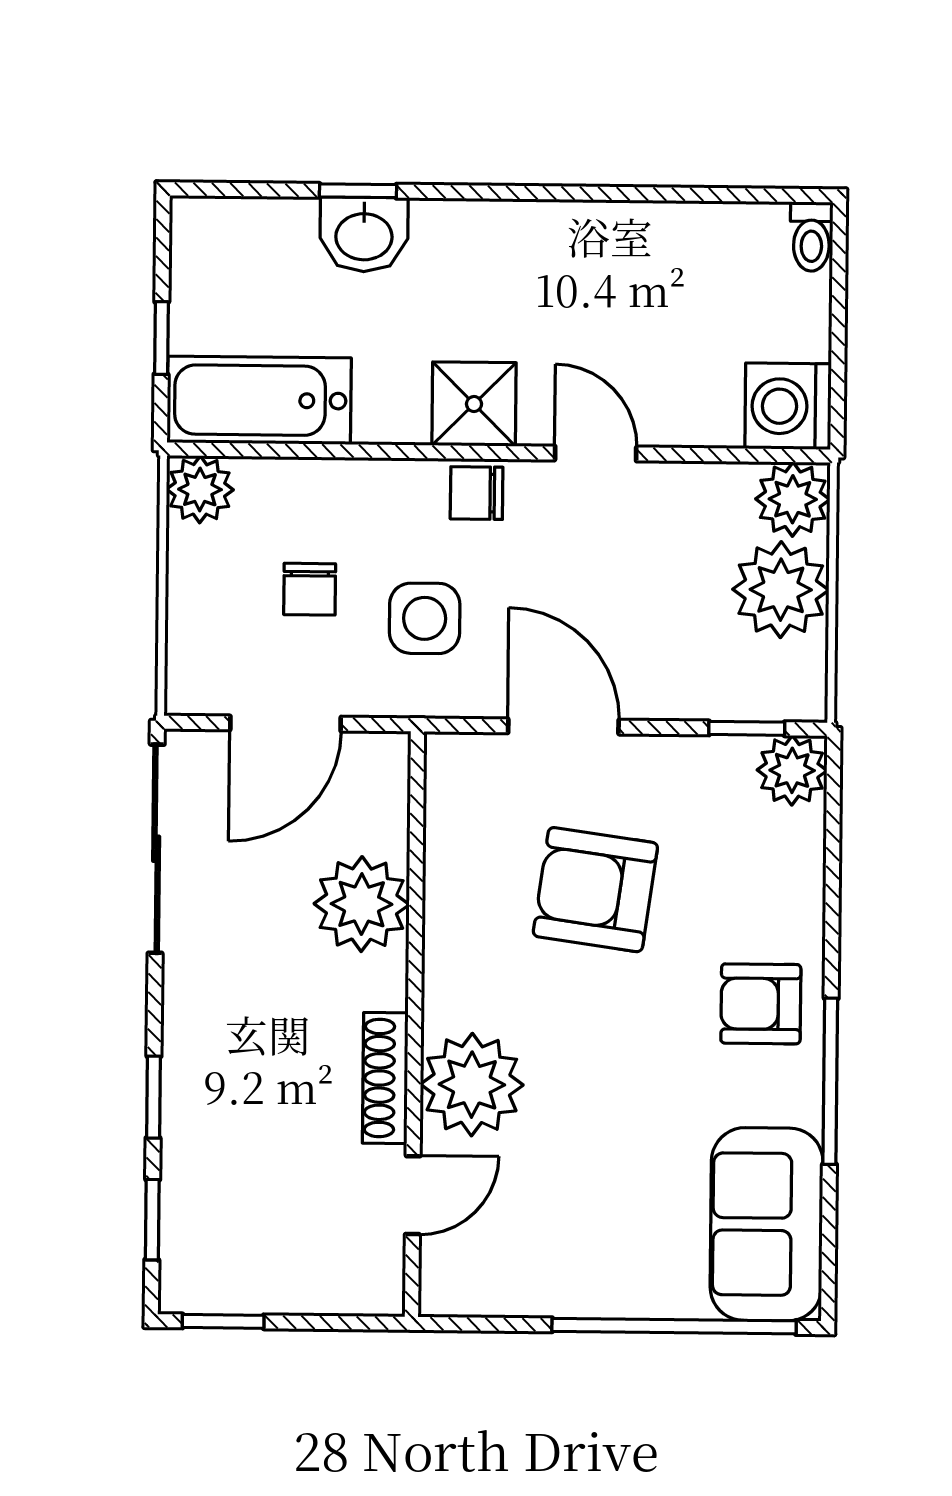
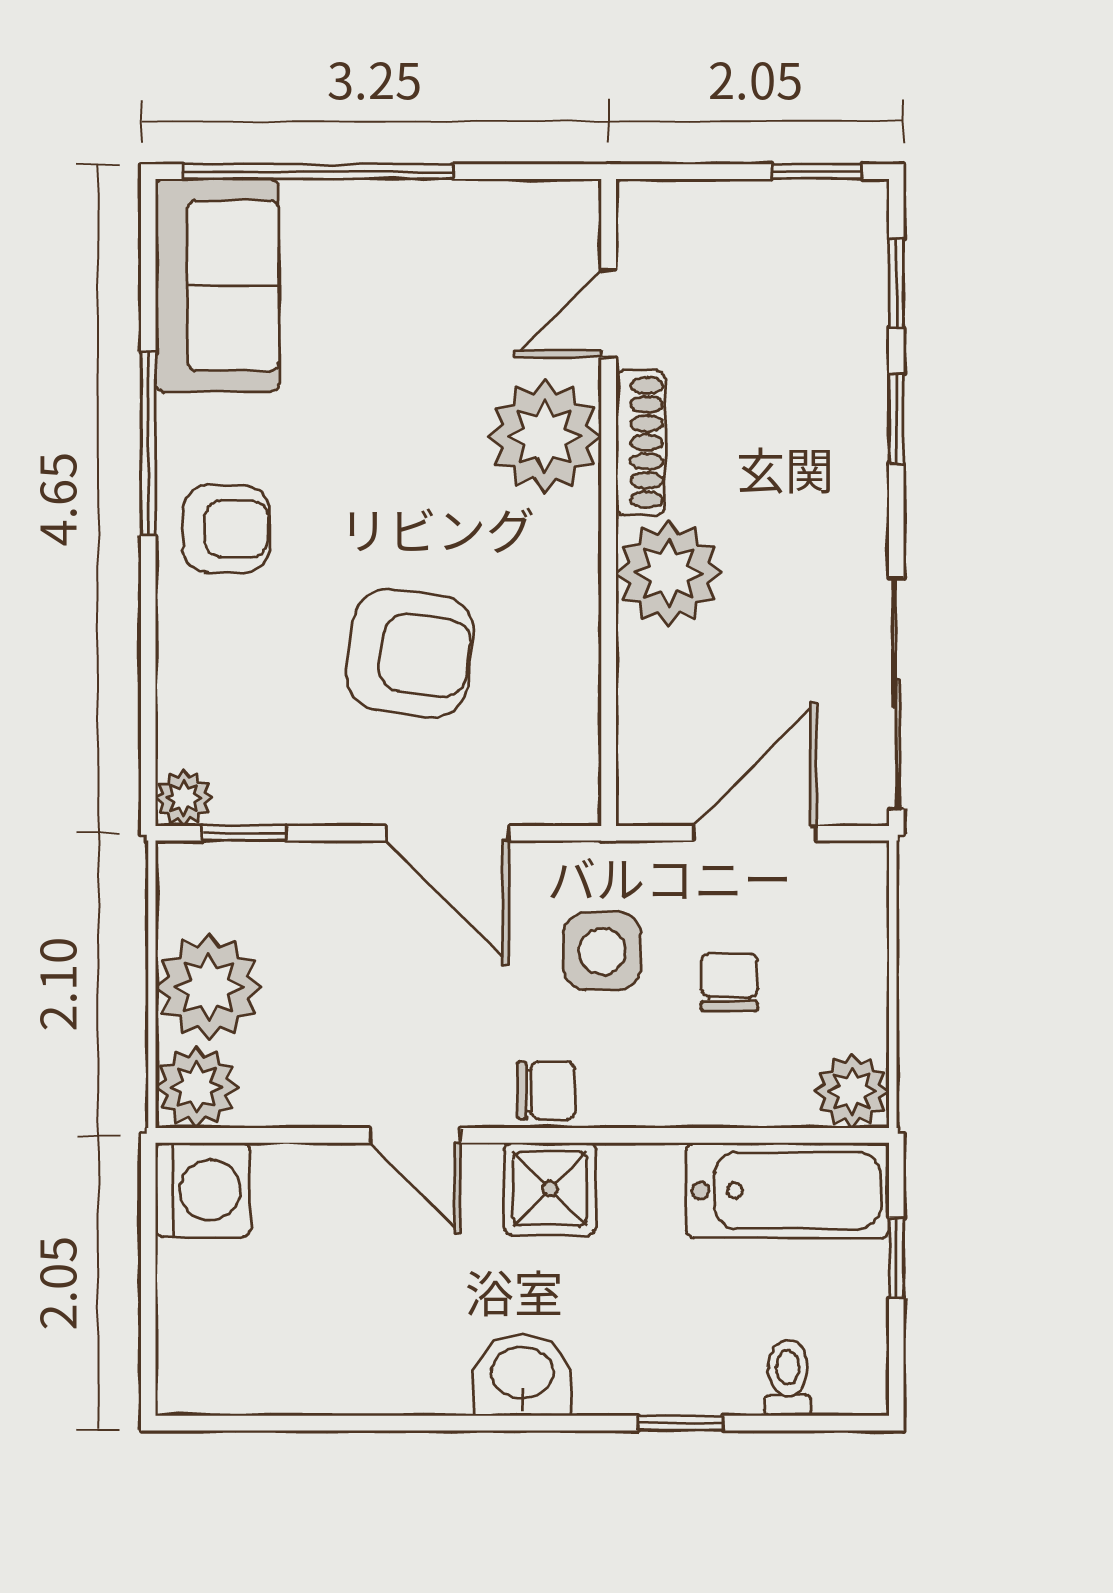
washbasin: (364, 235) -> (522, 1375), moved
toilet: (811, 237) -> (788, 1378), moved
plant: (792, 770) -> (184, 798), width x0.73, depth x0.73
plant: (362, 904) -> (668, 573), moved

